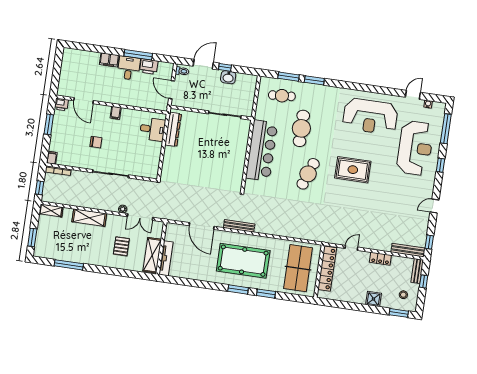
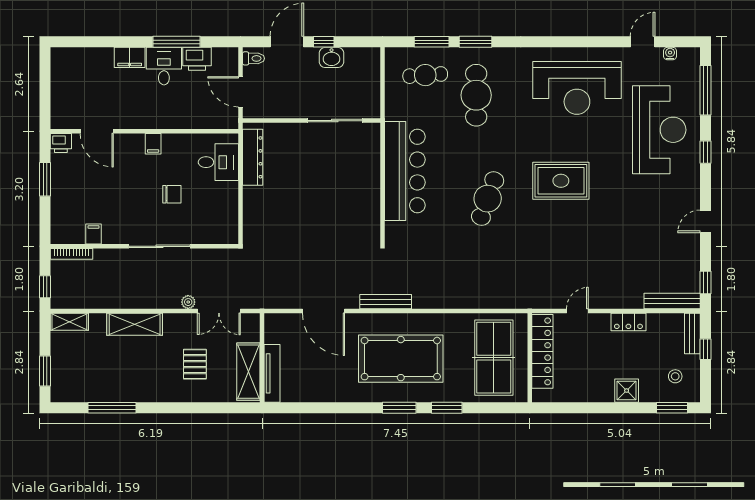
cafe table: (301, 128) -> (476, 95), moved
chair: (96, 142) -> (172, 194), moved
filing cabinet: (52, 158) -> (94, 234), moved

